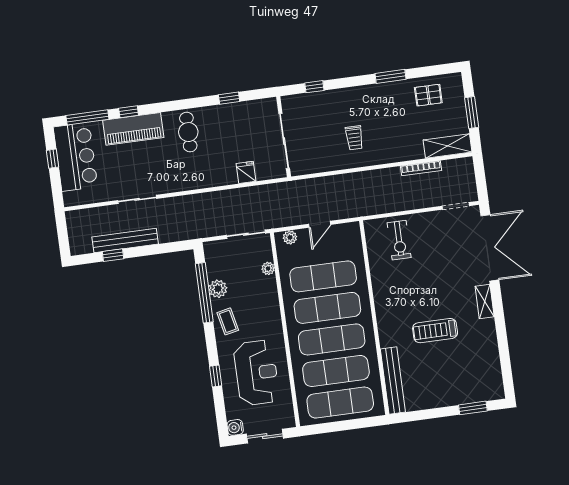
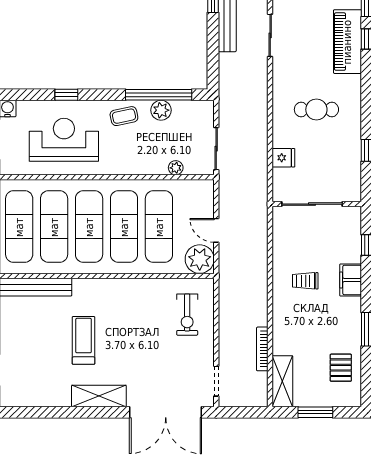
filing cabinet: (348, 97) -> (351, 280), added
cafe table: (188, 132) -> (316, 110), moved
plant: (290, 237) -> (200, 259), moved, width x1.88, depth x1.88
exercise bike: (399, 240) -> (187, 315), turned -90
shelving: (485, 301) -> (99, 396), width x1.50, depth x1.33
reception desk: (256, 373) -> (64, 140), turned 180

